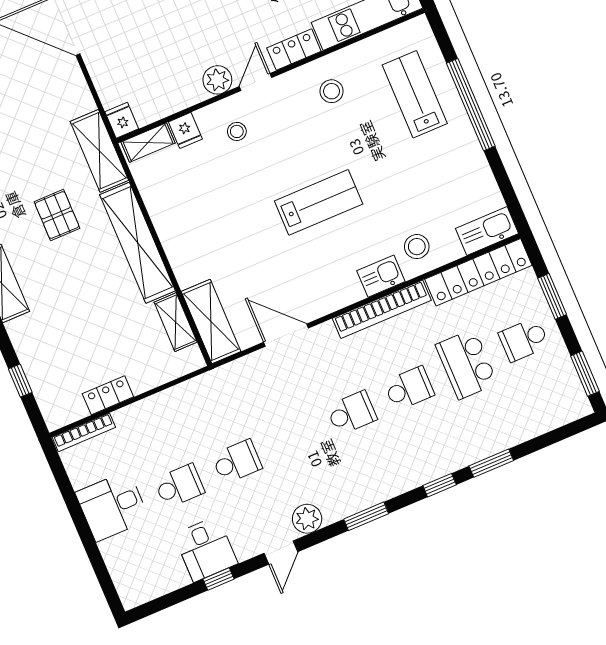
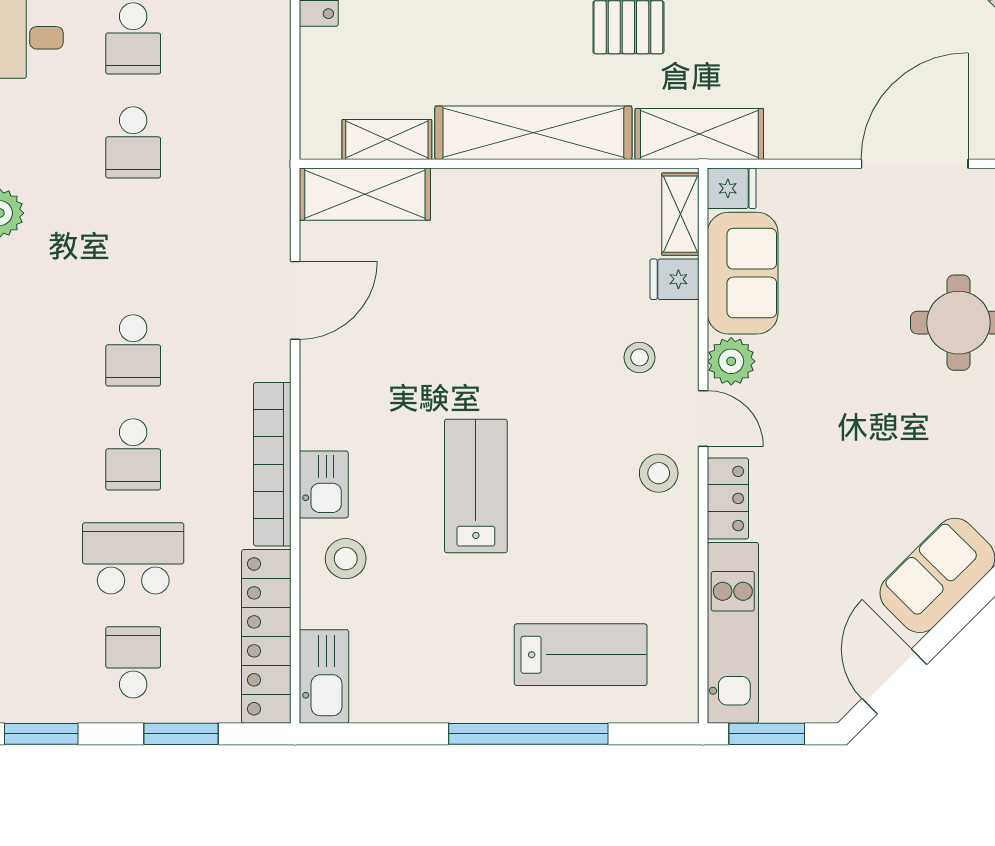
stool: (332, 91) -> (659, 473), moved
sofa: (166, 94) -> (743, 273), added
lab bench: (319, 202) -> (476, 486), moved, turned 180

